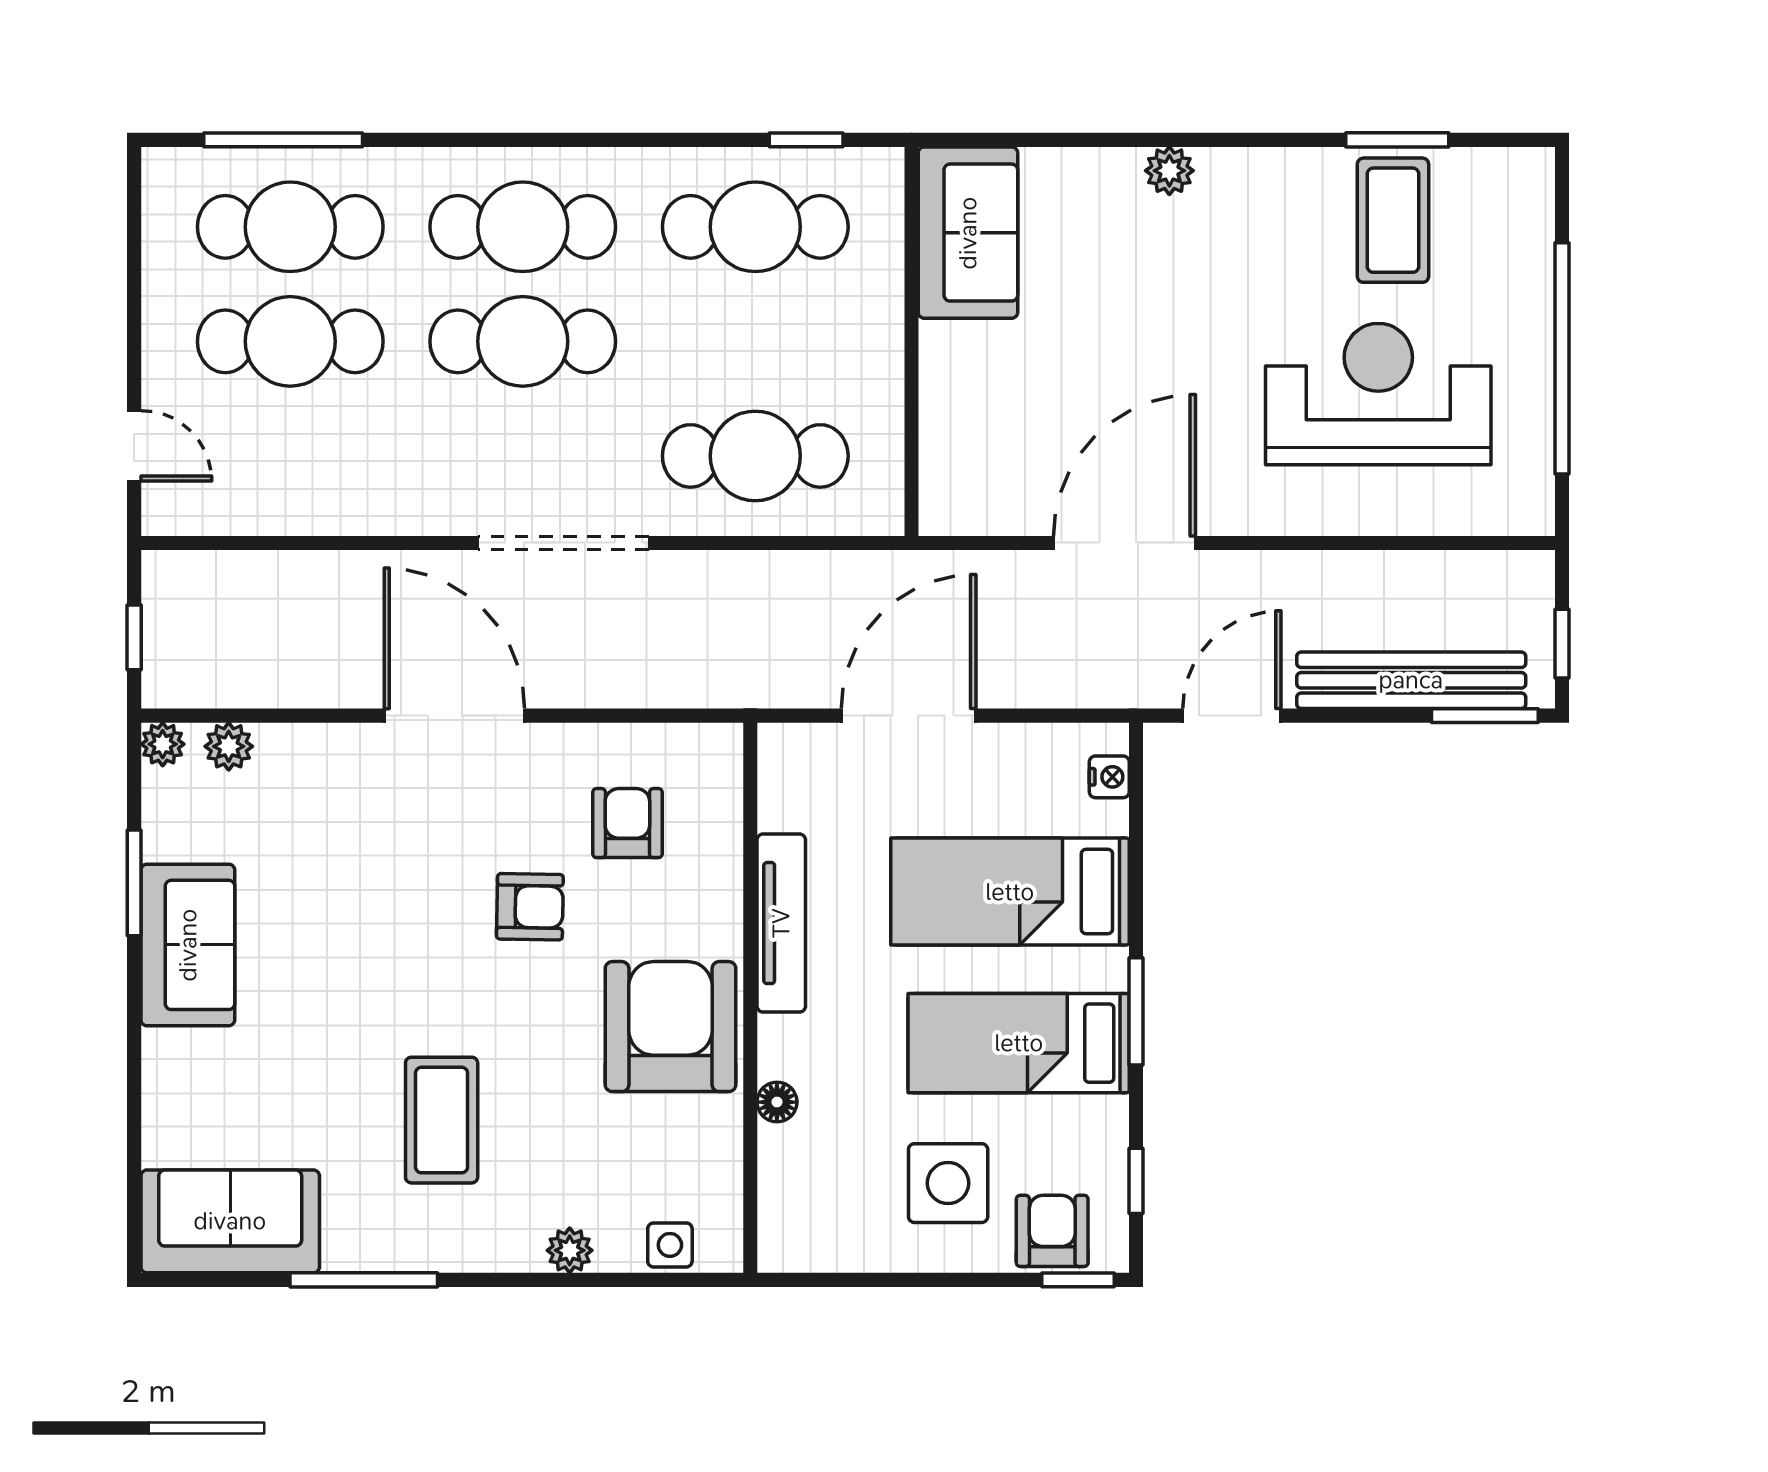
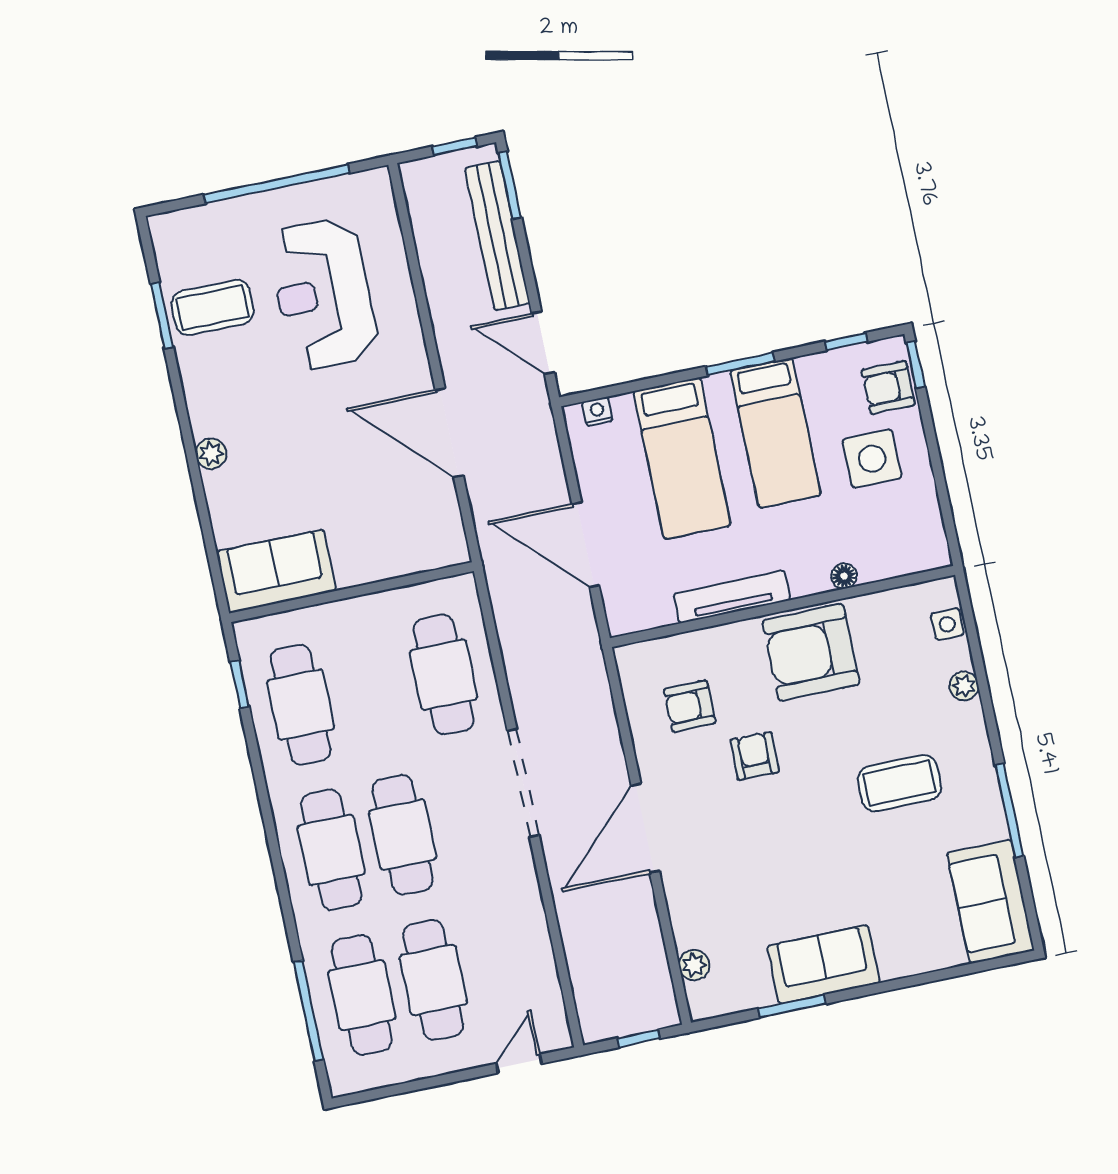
plant: (163, 744) -> (701, 1007), removed

